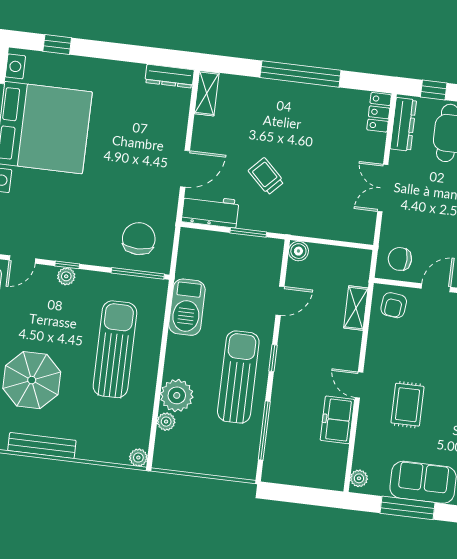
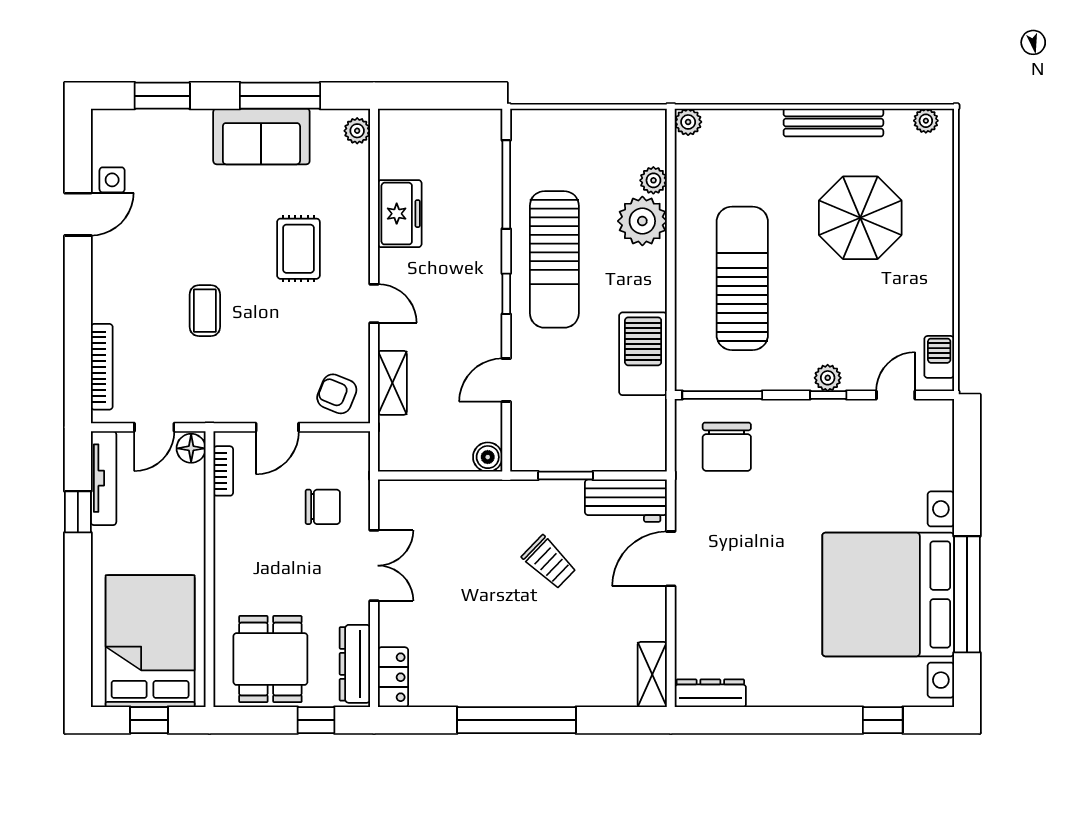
chair: (400, 259) -> (323, 507), moved
armchair: (394, 305) -> (337, 394), turned -74
sun lounger: (115, 349) -> (742, 278), turned 180
door: (359, 385) -> (374, 303), moved

